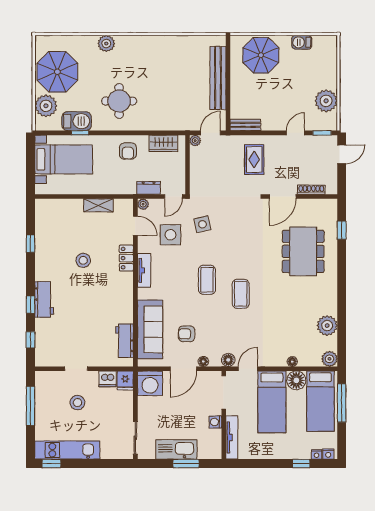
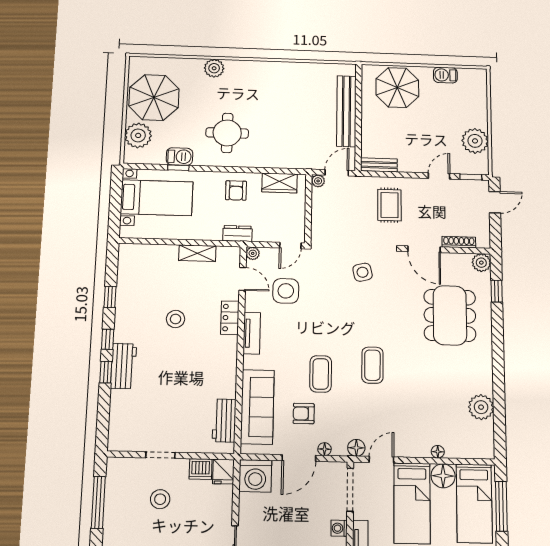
barbecue: (77, 121) -> (179, 157), width x0.73, depth x0.79
dresser: (149, 188) -> (237, 234), moved
door: (283, 197) -> (424, 249), hinge flipped
side table: (202, 224) -> (363, 272), moved
coffee table: (207, 280) -> (321, 374), moved
window: (30, 340) -> (108, 339), moved
plant: (330, 359) -> (481, 263), moved

